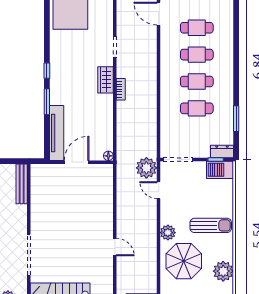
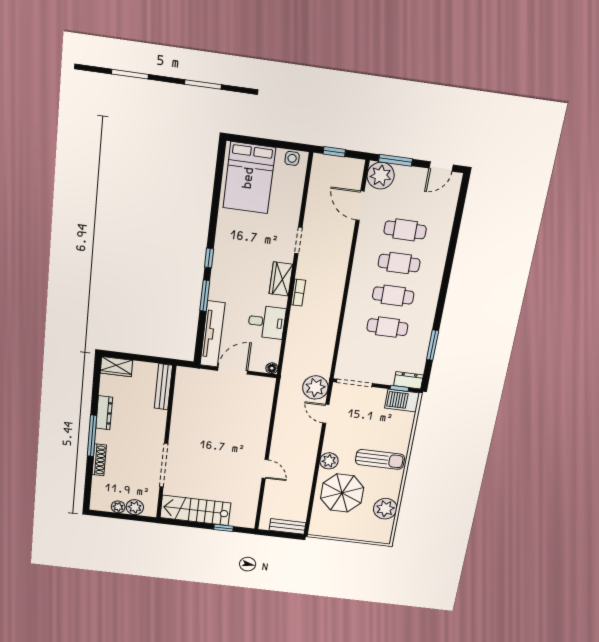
desk: (99, 117) -> (267, 322), added

